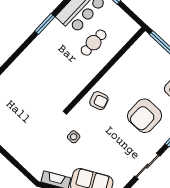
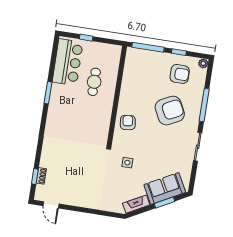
armchair: (99, 101) -> (128, 122), turned -80
armchair: (145, 116) -> (170, 111), turned -117

